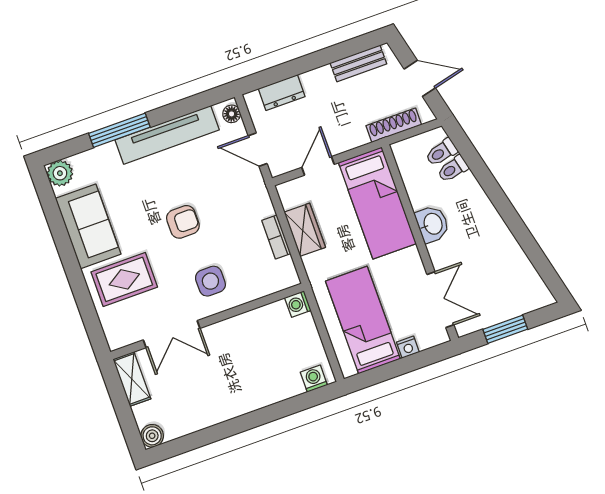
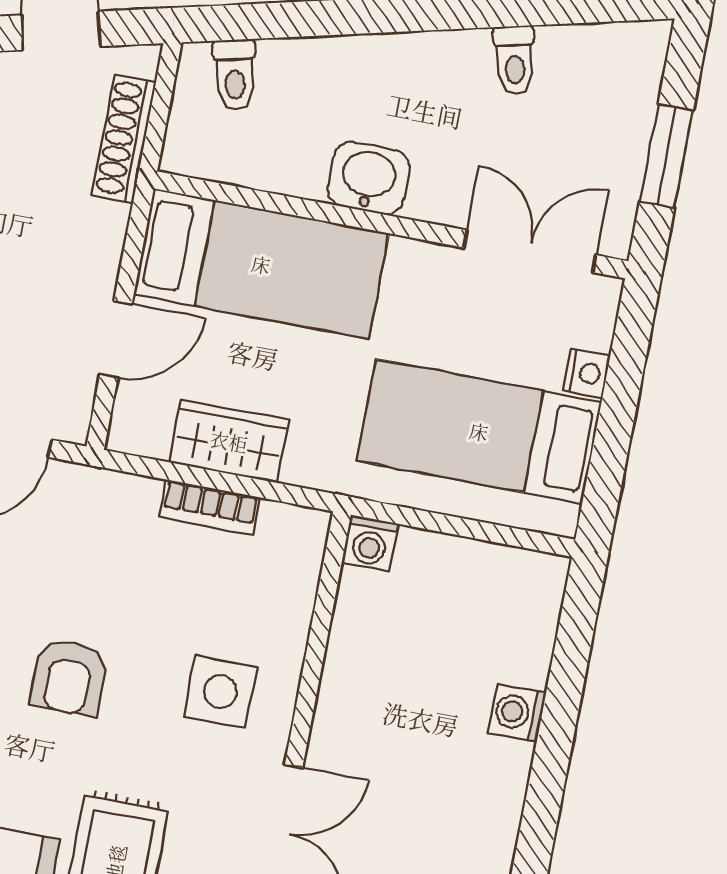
door: (318, 166) -> (116, 339), swing flipped
toilet: (453, 169) -> (514, 60), moved
armchair: (183, 222) -> (69, 677), turned 180
washing machine: (314, 379) -> (517, 713), moved

